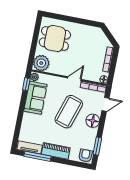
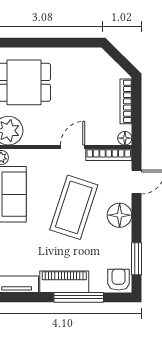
window: (37, 156) -> (79, 297), moved

